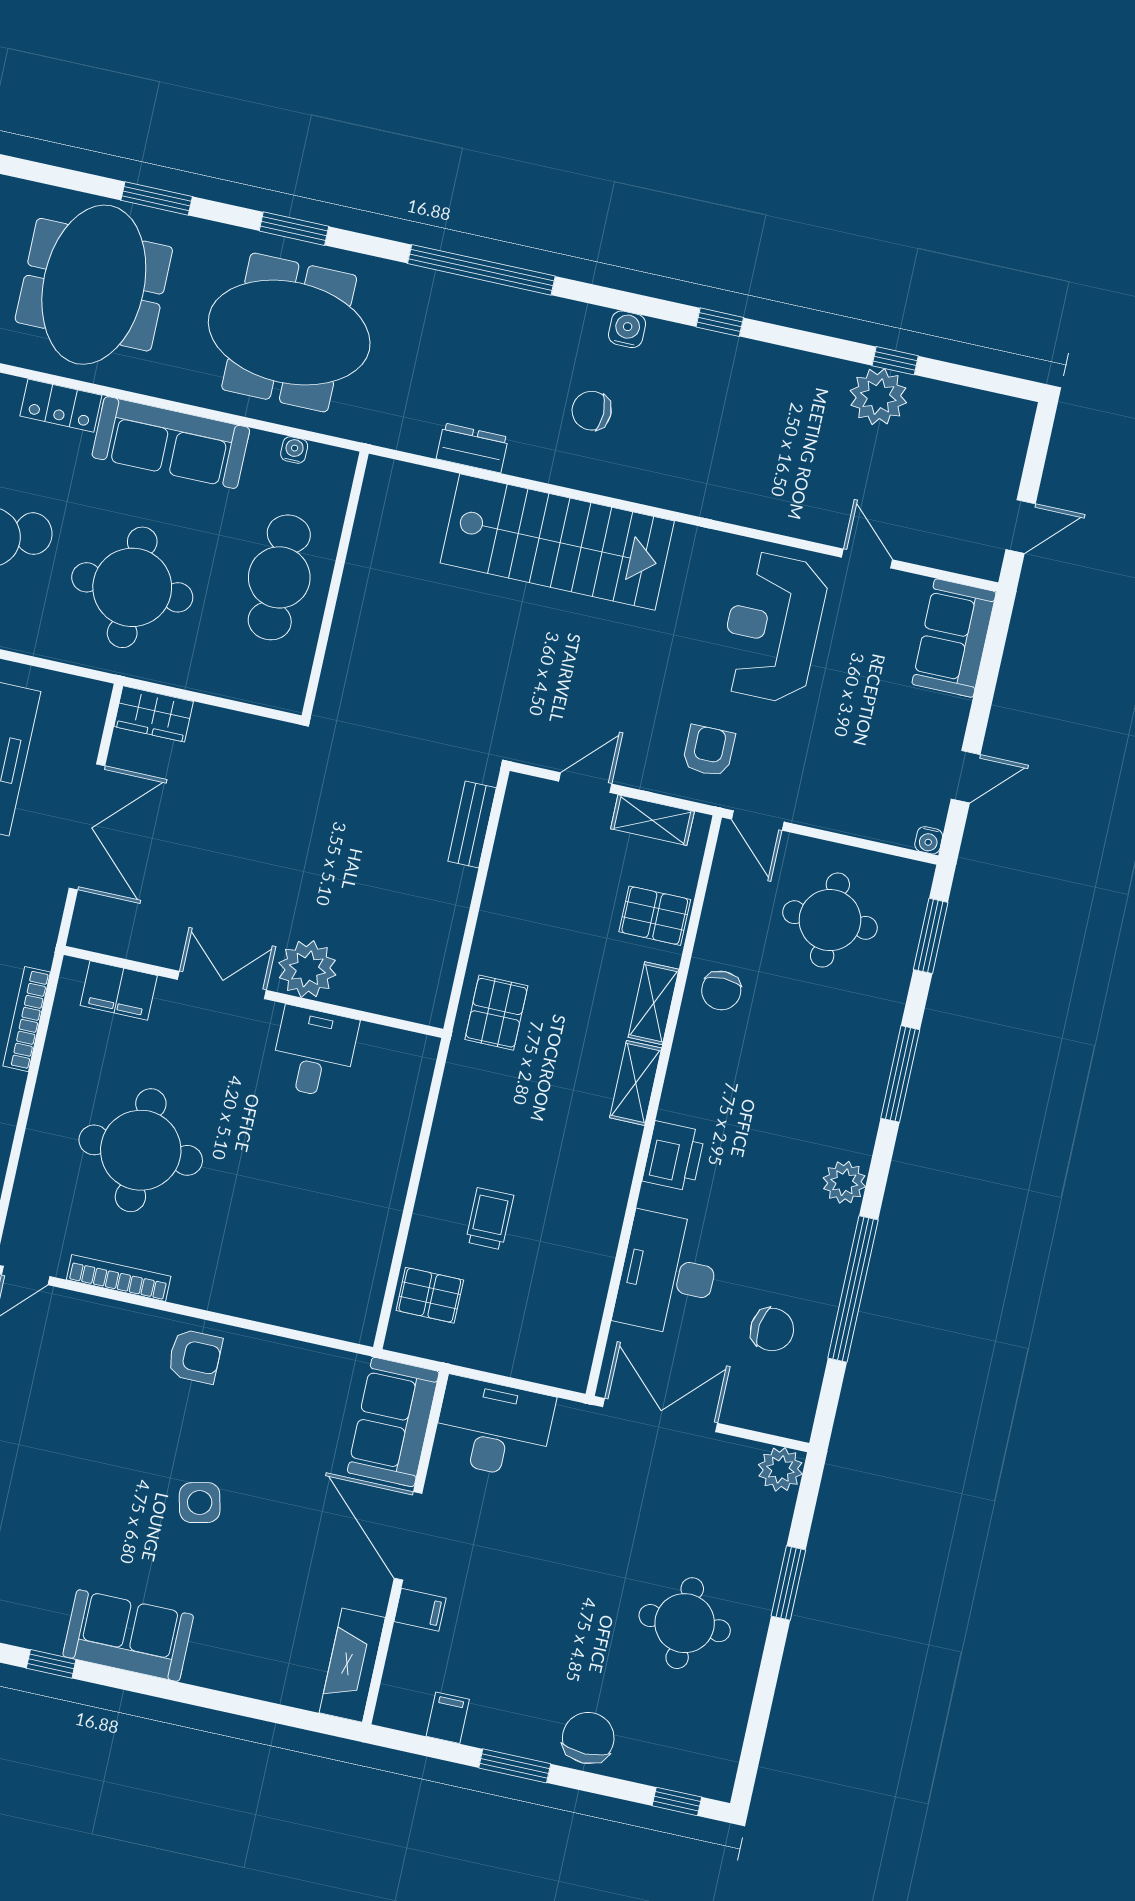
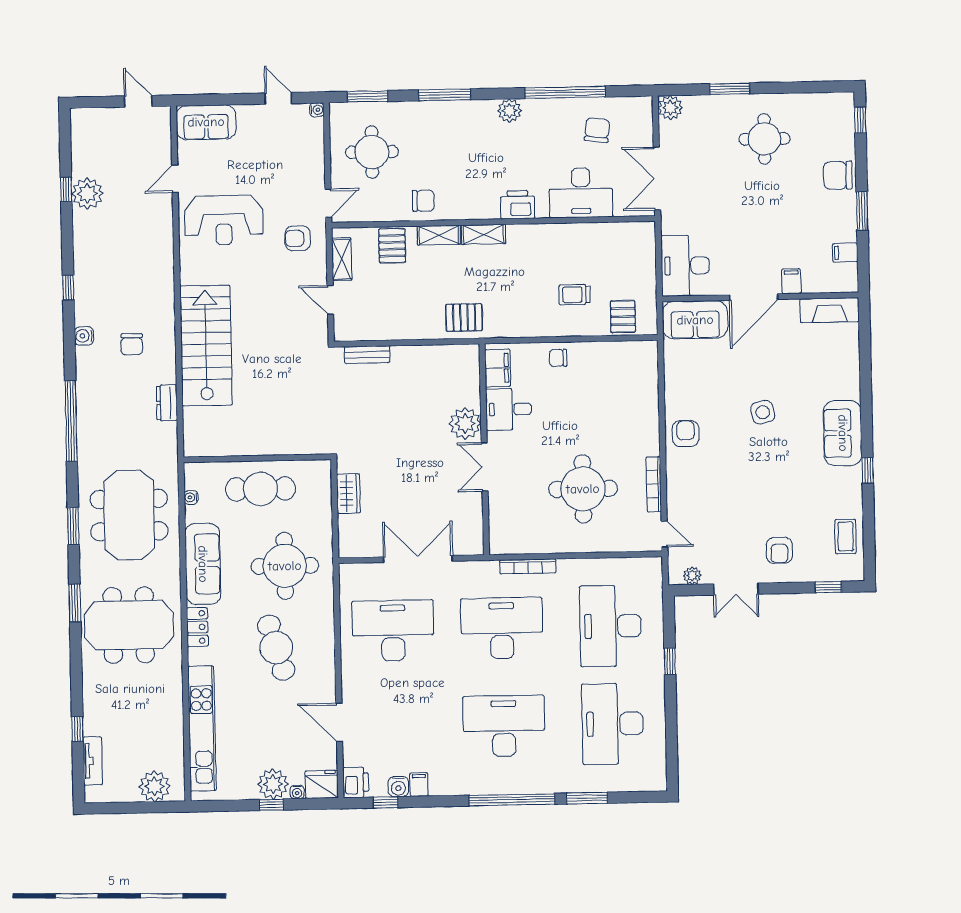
wardrobe: (154, 714) -> (348, 493), moved
filing cabinet: (119, 991) -> (498, 368), moved
chair: (384, 1162) -> (558, 358), added

